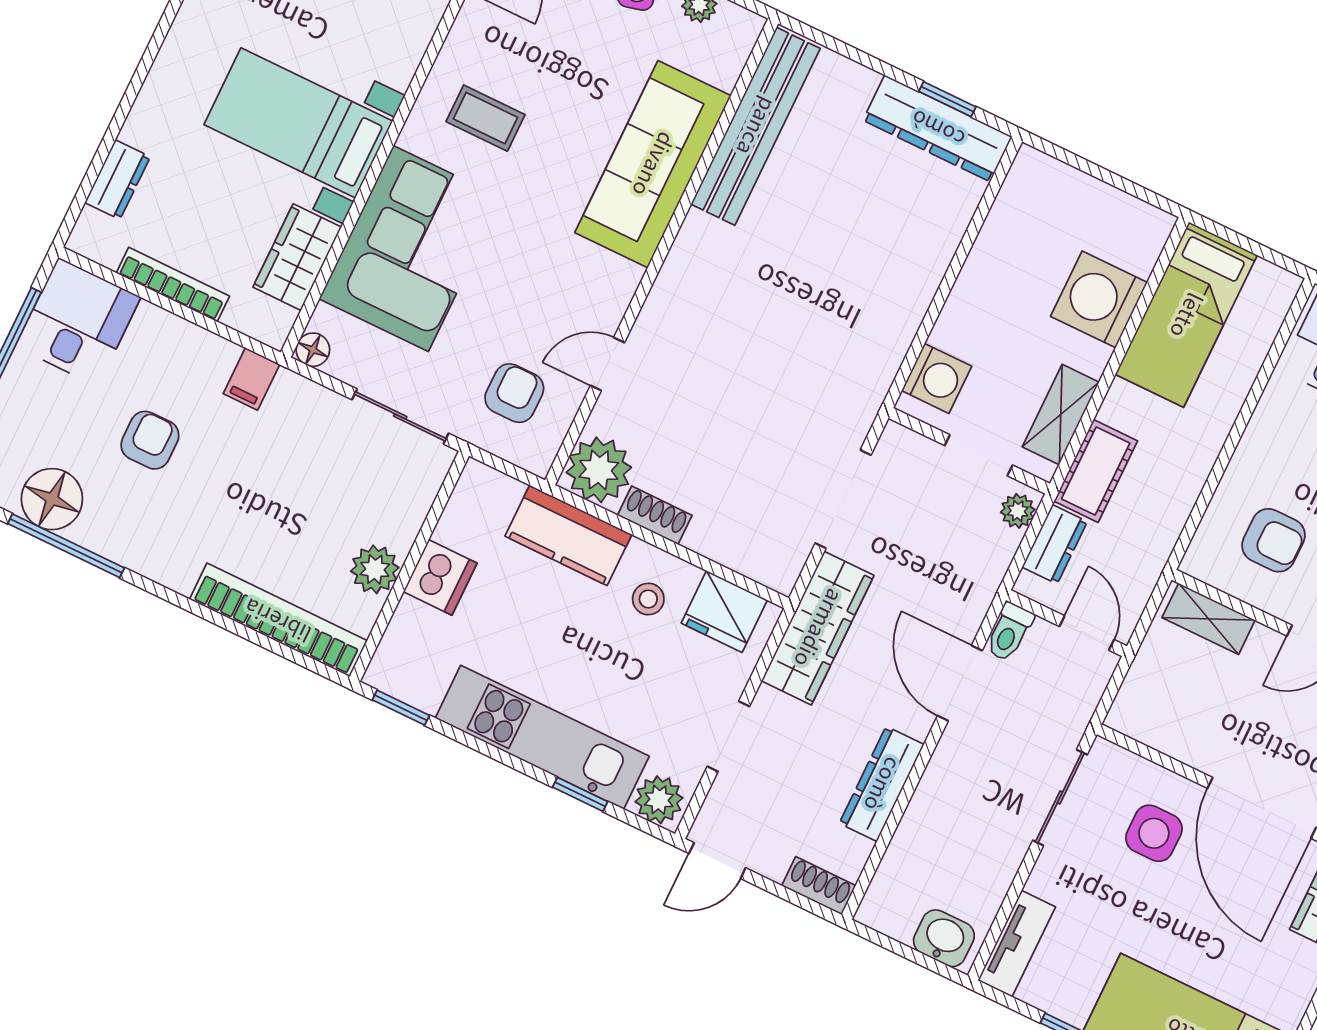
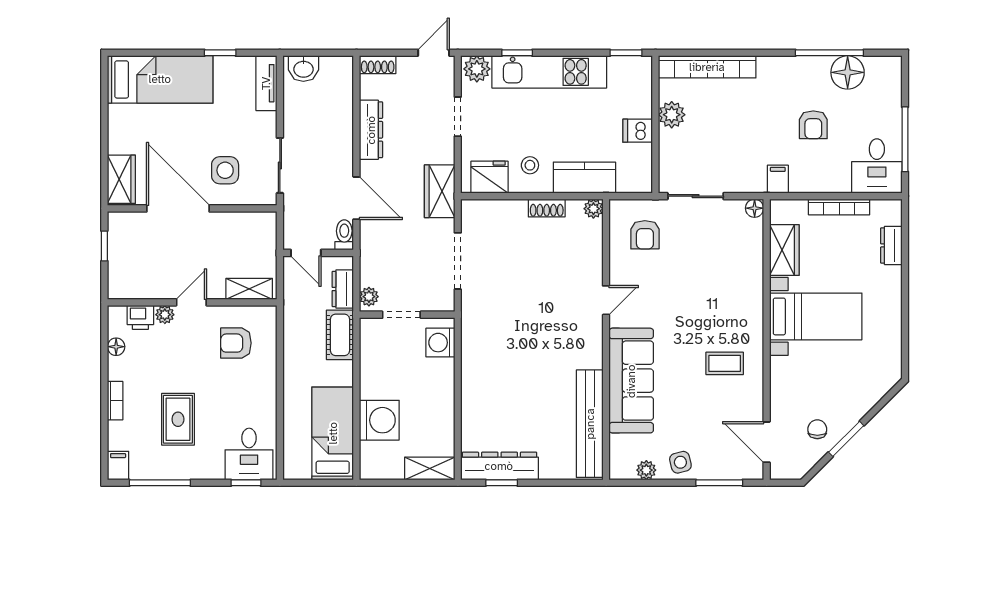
corner sofa: (411, 249) -> (730, 281), removed
door: (607, 364) -> (606, 300), moved
shelving: (1061, 414) -> (430, 468), moved, turned 90
plant: (599, 470) -> (593, 209), width x0.53, depth x0.53
dishwasher: (440, 577) -> (638, 131), width x0.73
wardrobe: (818, 628) -> (440, 191), width x0.67

